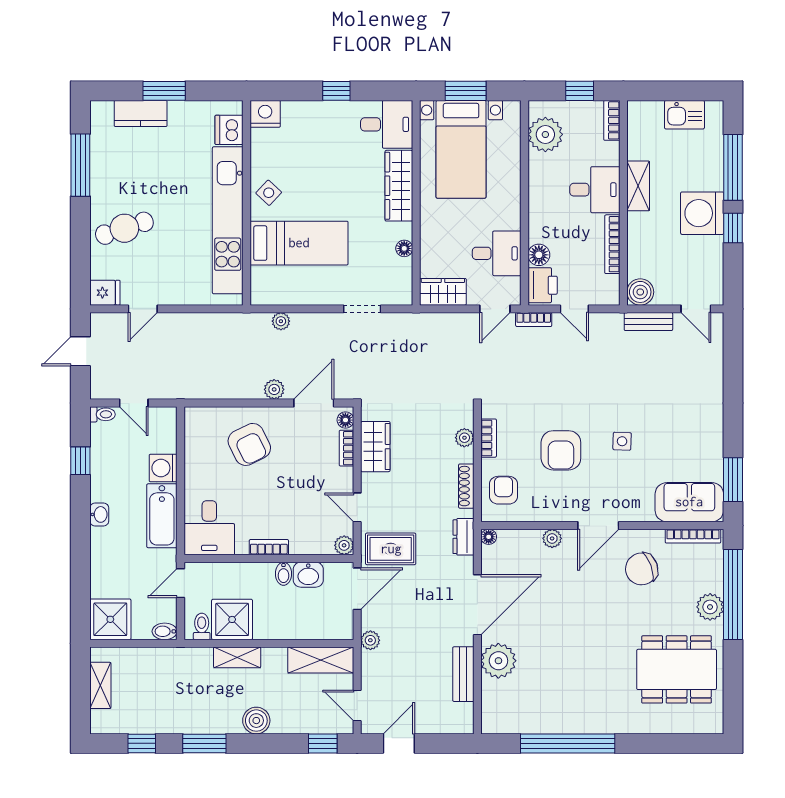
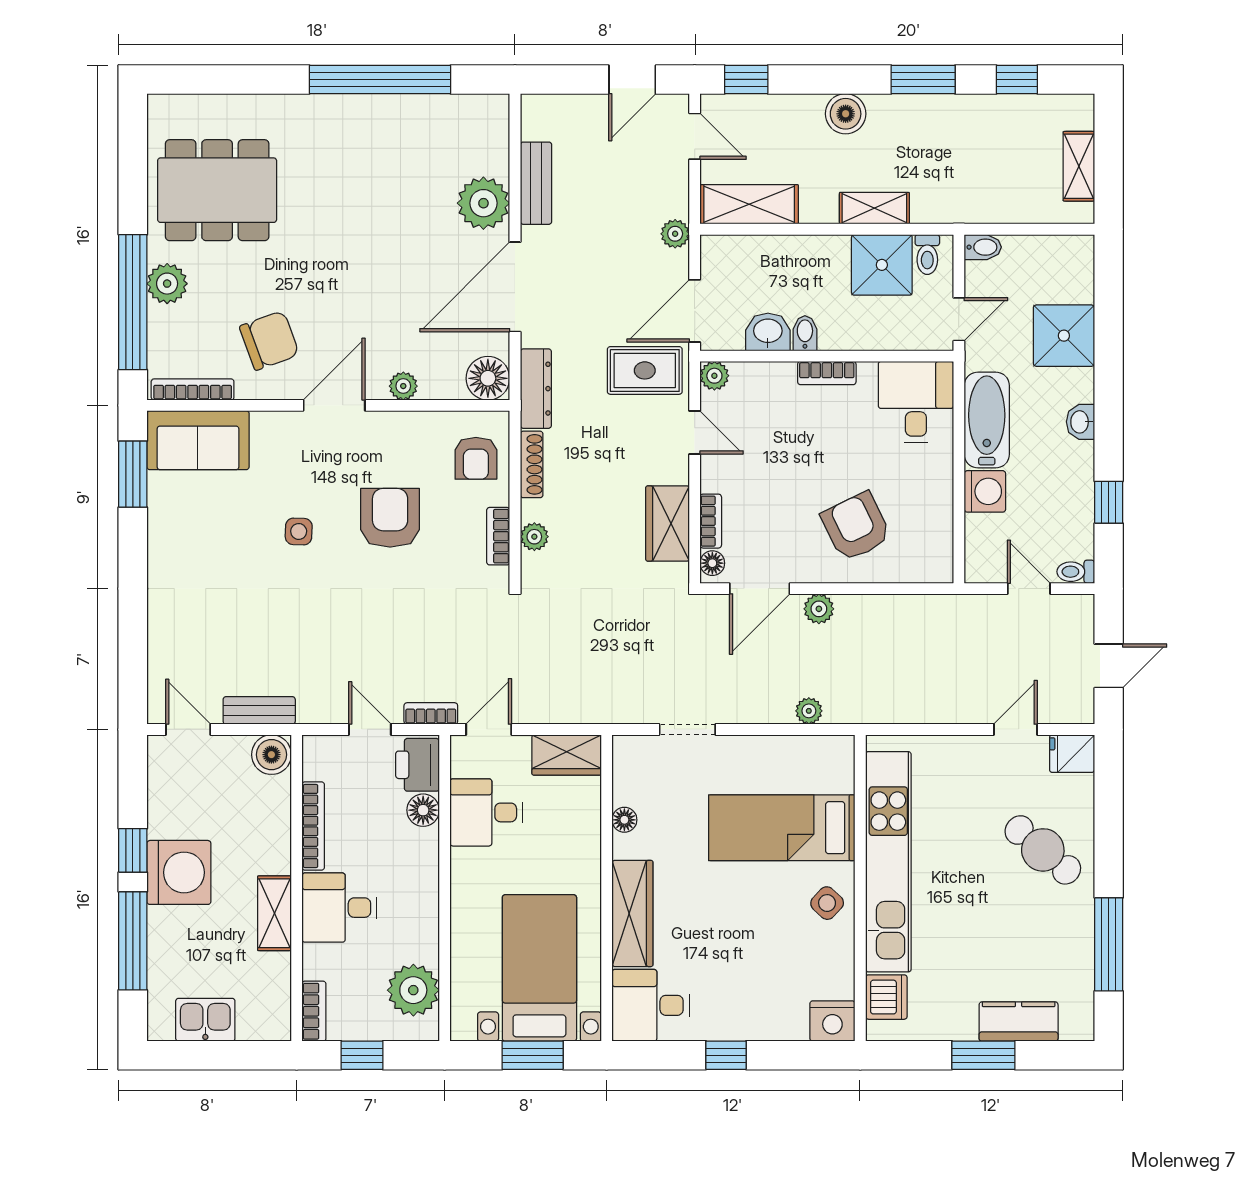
cafe table: (124, 228) -> (1043, 850), turned 58
dresser: (463, 537) -> (536, 389), width x1.44
floor lamp: (489, 537) -> (488, 378), width x1.89, depth x1.89
shower: (110, 619) -> (1064, 336), moved

